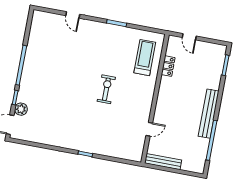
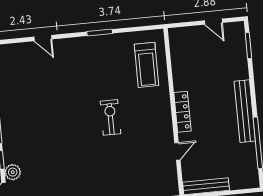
door: (189, 37) -> (213, 22), moved
treadmill: (145, 58) -> (146, 65), turned 180
locker: (168, 66) -> (182, 112), moved, width x1.53

